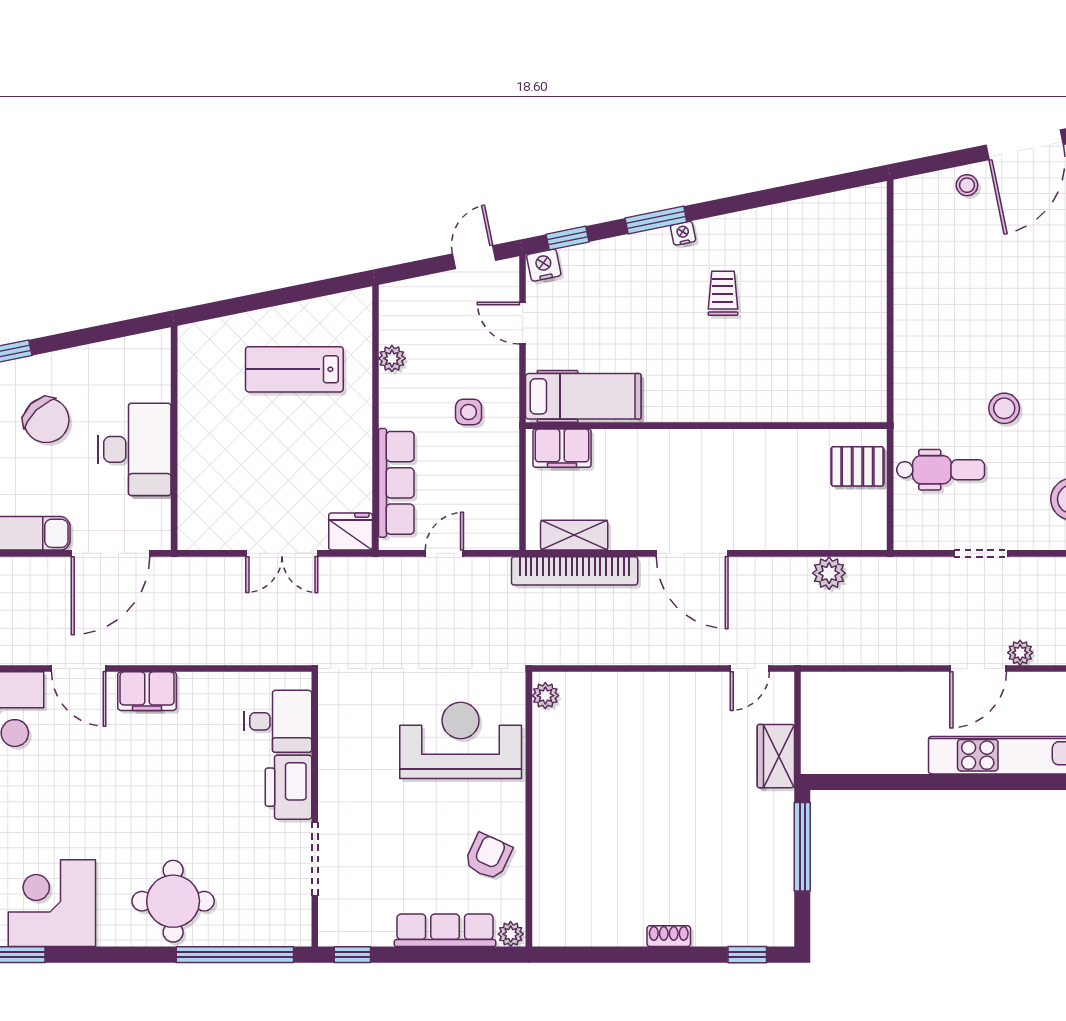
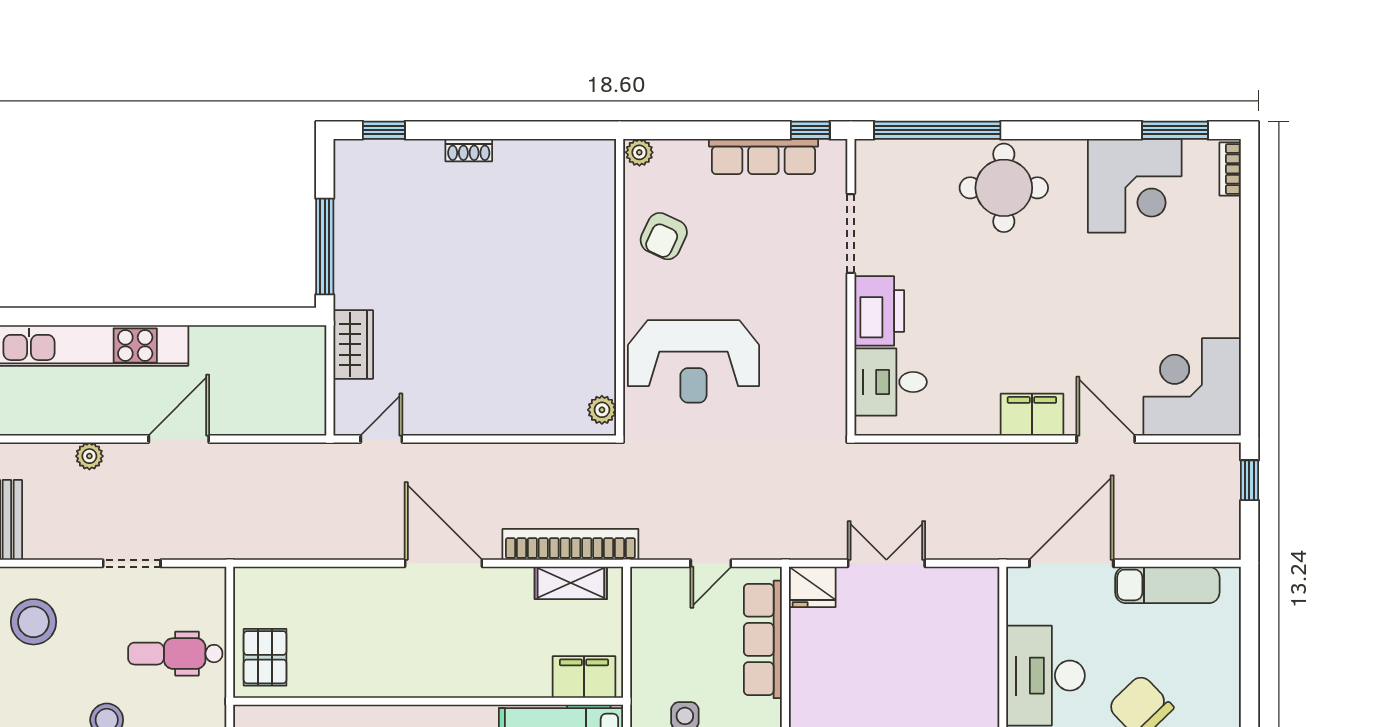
pallet: (857, 466) -> (265, 657), turned 90
plant: (829, 573) -> (296, 542), removed
door: (978, 669) -> (179, 439), moved
row of seats: (445, 930) -> (763, 156), moved

